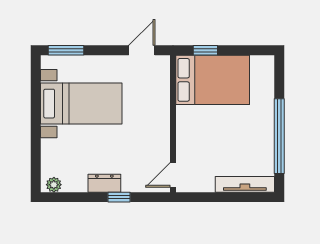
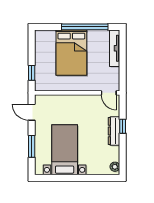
window: (66, 50) -> (32, 146), moved
bed: (213, 80) -> (71, 53), moved, turned 180
dresser: (104, 183) -> (114, 131), width x1.44

